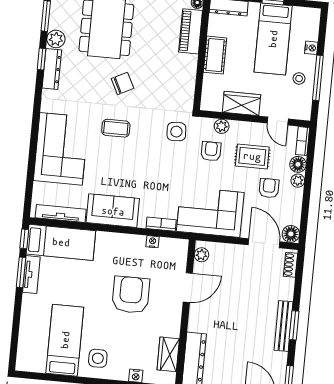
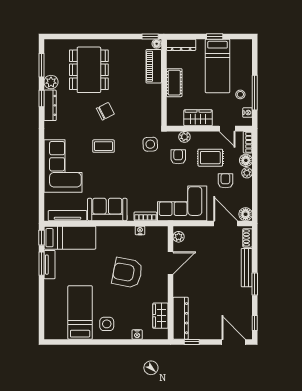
nightstand: (311, 48) -> (247, 113), moved
armchair: (131, 295) -> (127, 273), turned -79
bench: (283, 326) -> (247, 268), moved

